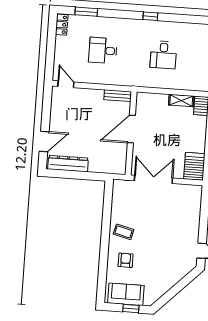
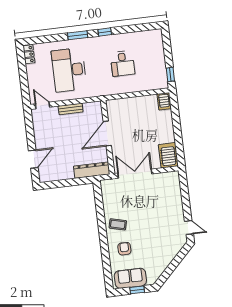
window: (86, 12) -> (78, 35), moved
desk: (103, 50) -> (69, 70), width x1.87, depth x1.30
bench: (118, 96) -> (71, 109), moved
shelving: (181, 101) -> (146, 100), removed
dresser: (68, 164) -> (92, 170), moved

